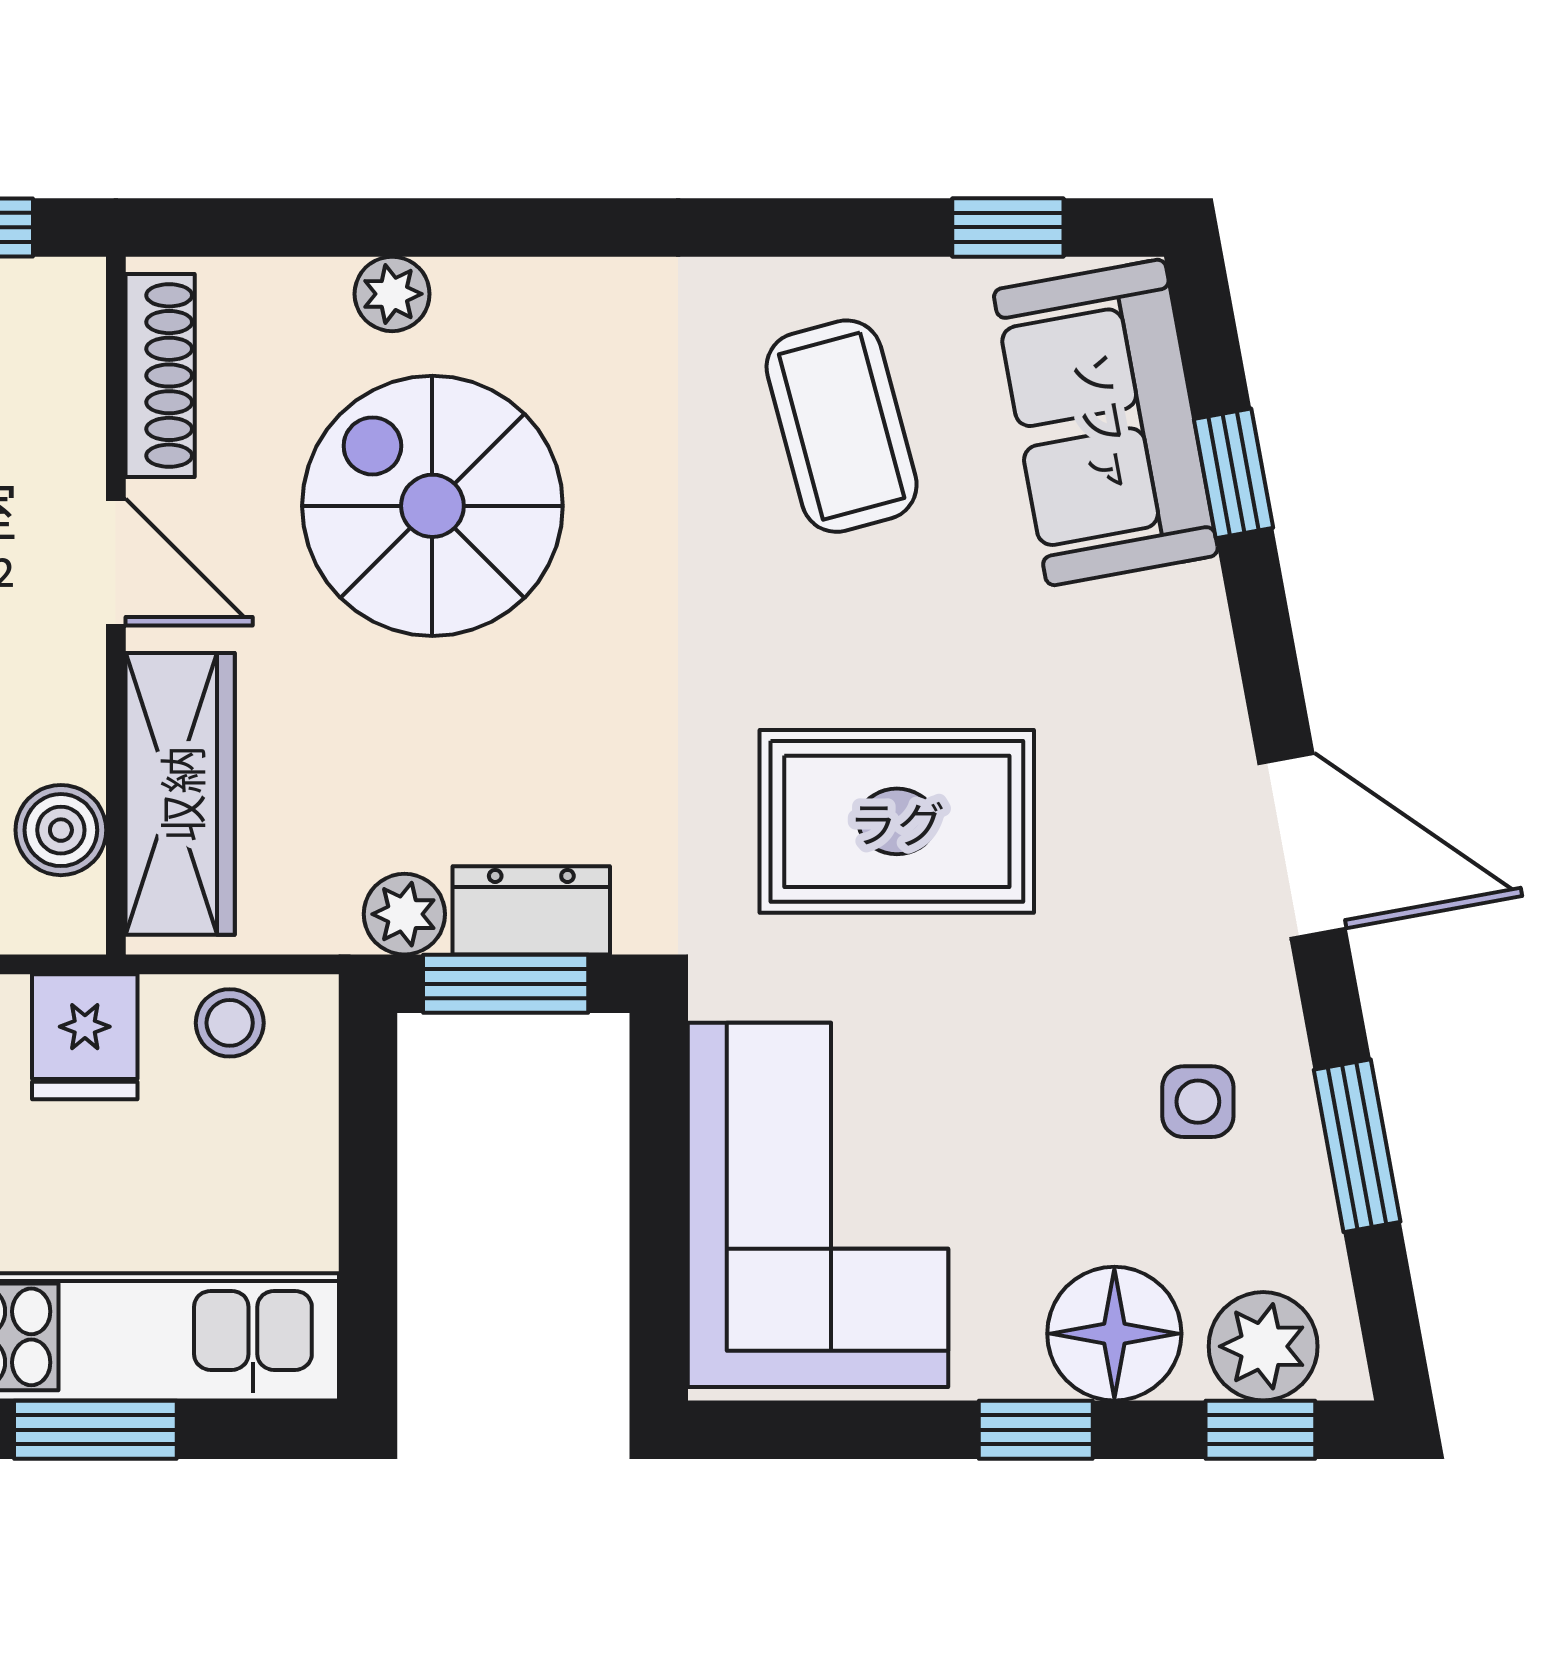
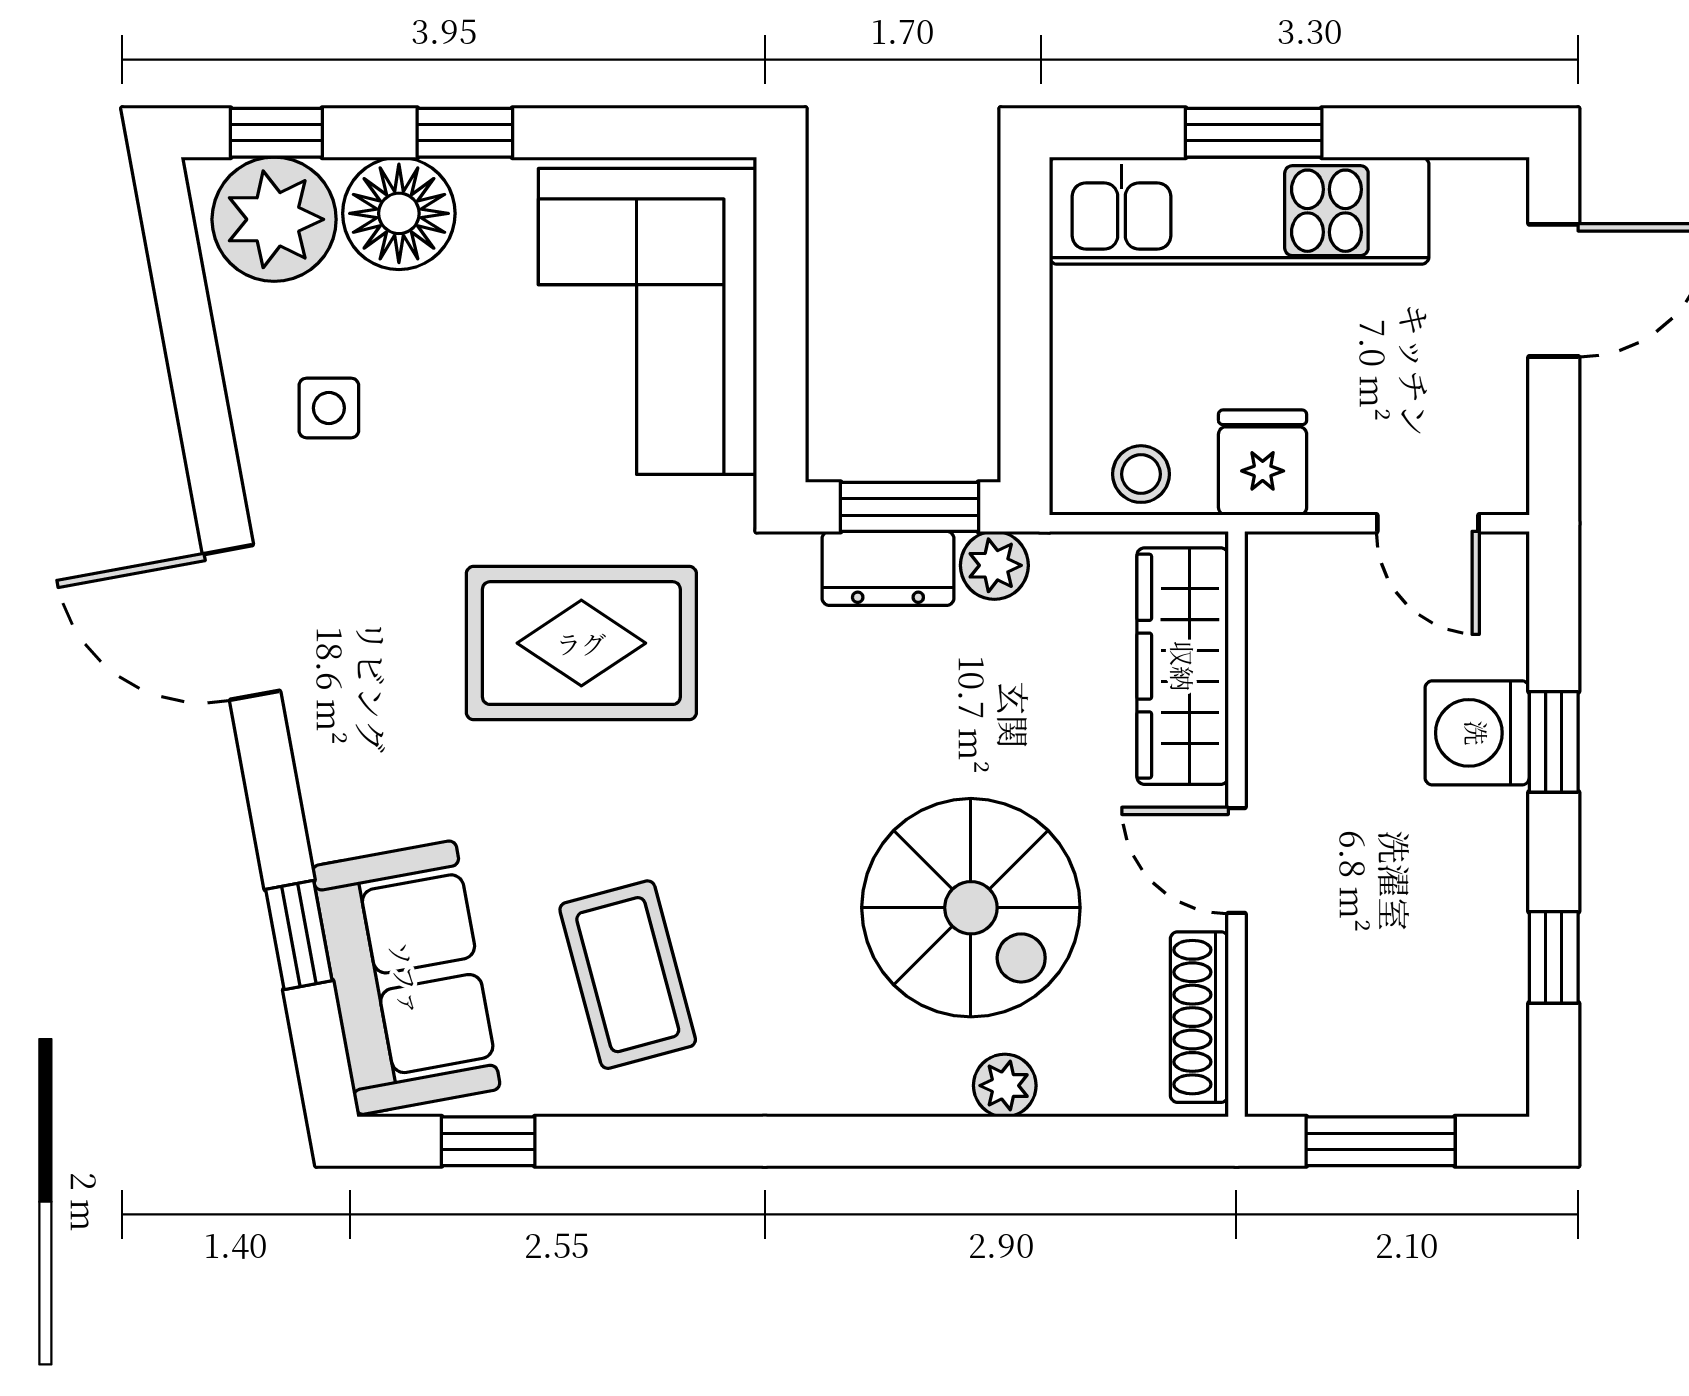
boiler: (61, 830) -> (1283, 636), removed
window: (1357, 1146) -> (195, 371), removed
plant: (1263, 1346) -> (274, 219), width x1.36, depth x1.36

